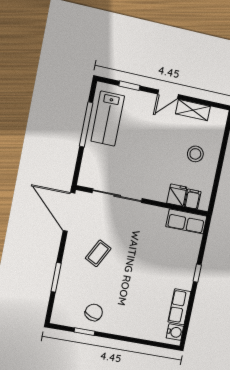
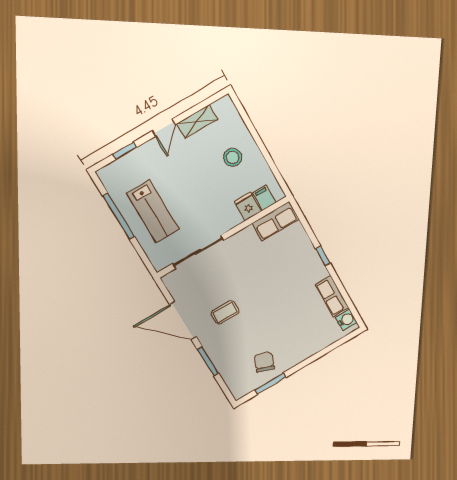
lab bench: (108, 119) -> (153, 211), moved
door: (69, 212) -> (183, 321), moved
coffee table: (98, 253) -> (225, 312), turned 63
window: (84, 332) -> (270, 384), width x1.50

